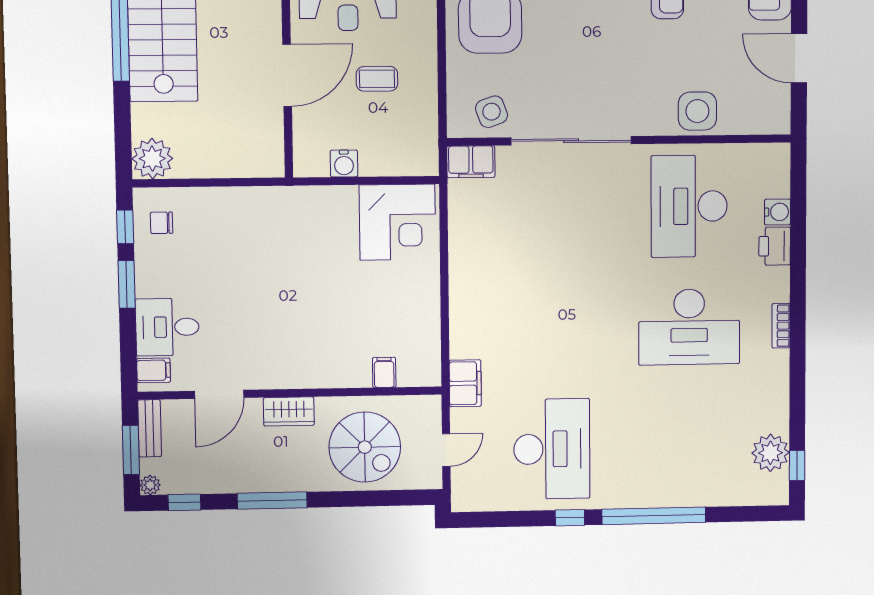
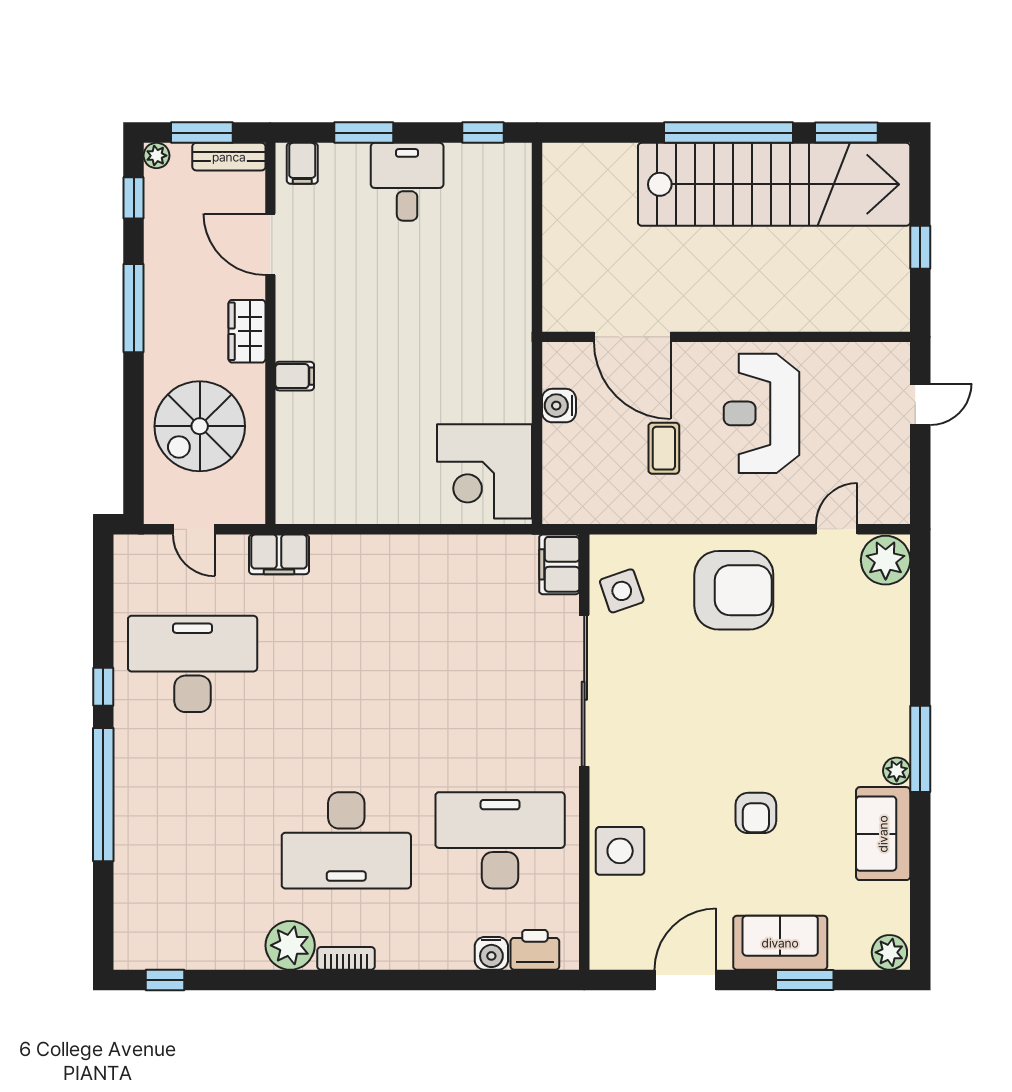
door: (287, 75) -> (632, 337), moved
plant: (152, 159) -> (568, 168), removed
chair: (162, 223) -> (487, 178), removed
printer: (775, 246) -> (535, 950), moved
window: (127, 284) -> (364, 133), moved
desk: (167, 327) -> (407, 182), moved
desk: (689, 327) -> (346, 840), turned -90
filing cabinet: (384, 372) -> (295, 376), moved
desk: (552, 449) -> (193, 664), turned 180
plant: (770, 453) -> (290, 945), moved

